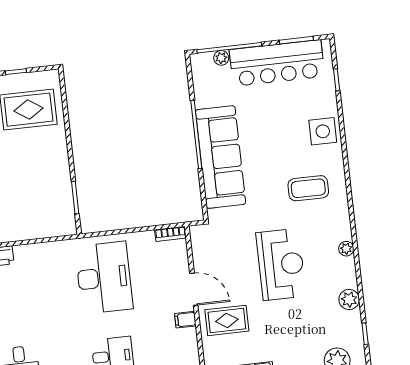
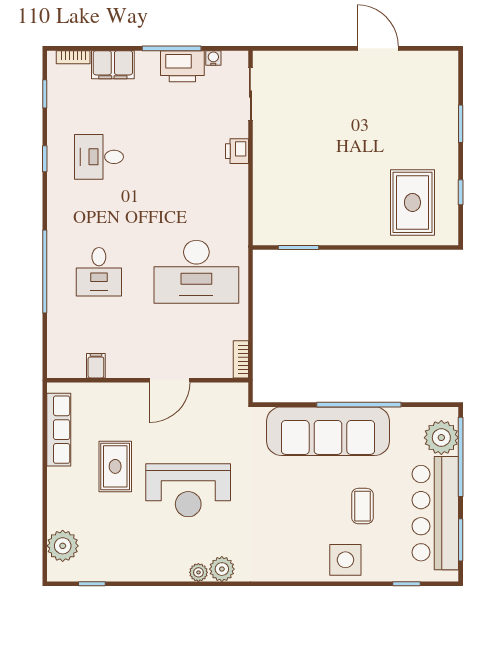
plant: (221, 58) -> (441, 438), width x1.88, depth x1.88
coffee table: (308, 188) -> (362, 506), moved, width x0.73, depth x0.77
plant: (349, 299) -> (222, 569), moved
filing cabinet: (185, 320) -> (96, 366), moved
rug: (227, 320) -> (115, 466), moved

